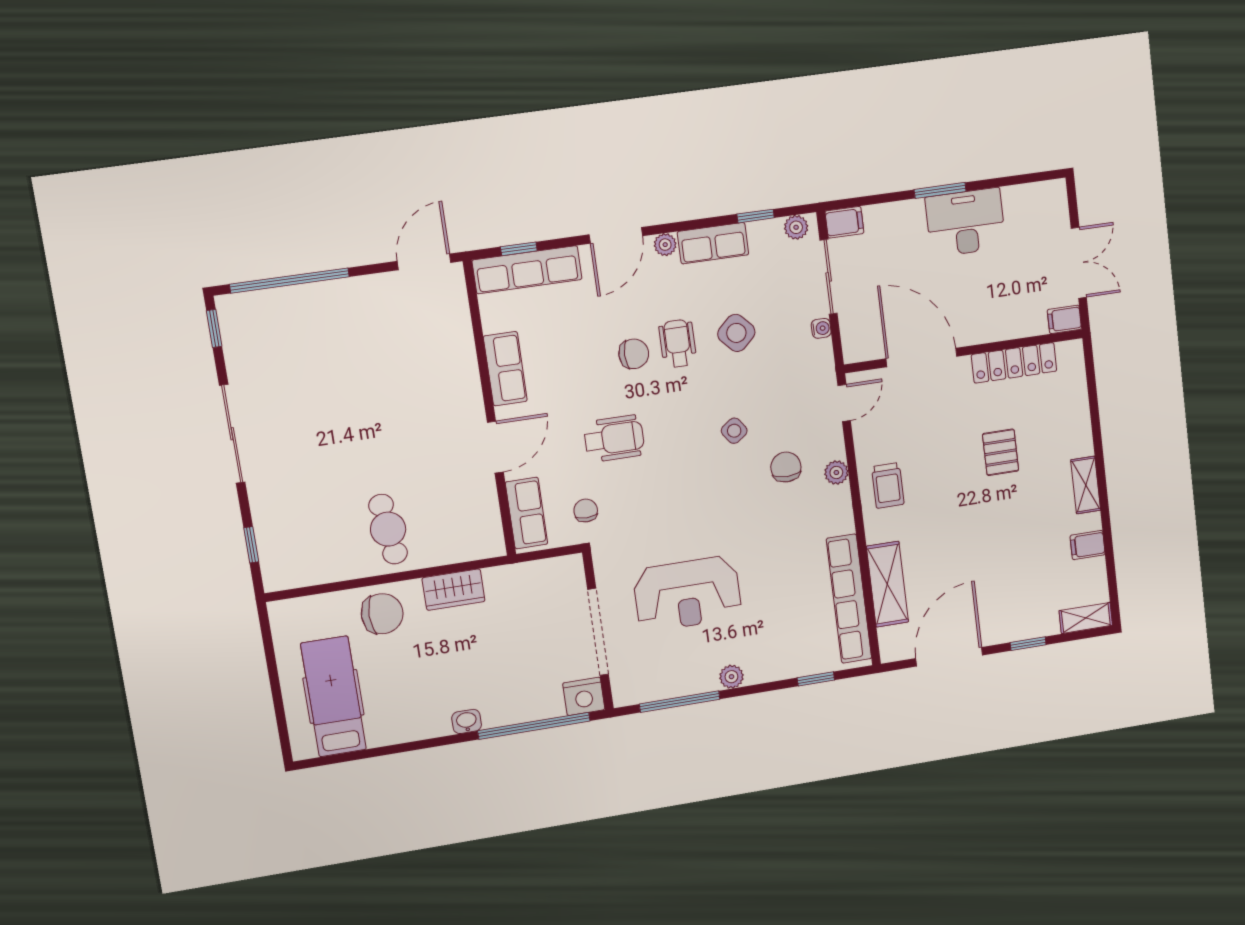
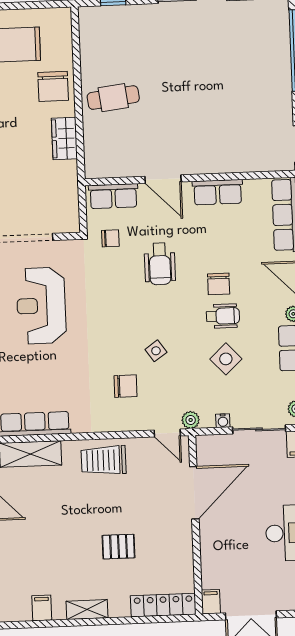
locker: (1014, 363) -> (163, 605), moved, turned 90
plant: (836, 473) -> (191, 420), moved
trolley: (888, 485) -> (104, 460), width x1.36, depth x1.39

